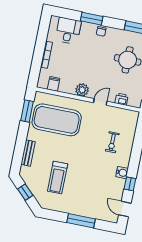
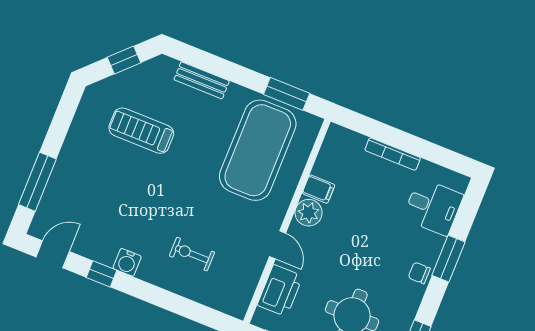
filing cabinet: (54, 84) -> (318, 189), moved
printer: (121, 99) -> (280, 291), width x1.87, depth x1.48
window: (81, 221) -> (37, 182), moved

